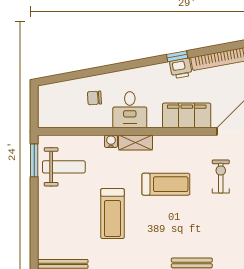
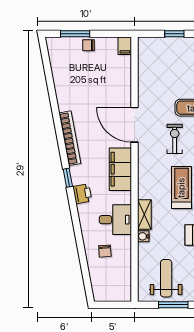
printer: (181, 68) -> (82, 194), moved
window: (34, 160) -> (173, 305), moved
exercise bike: (221, 177) -> (175, 139), turned 90

